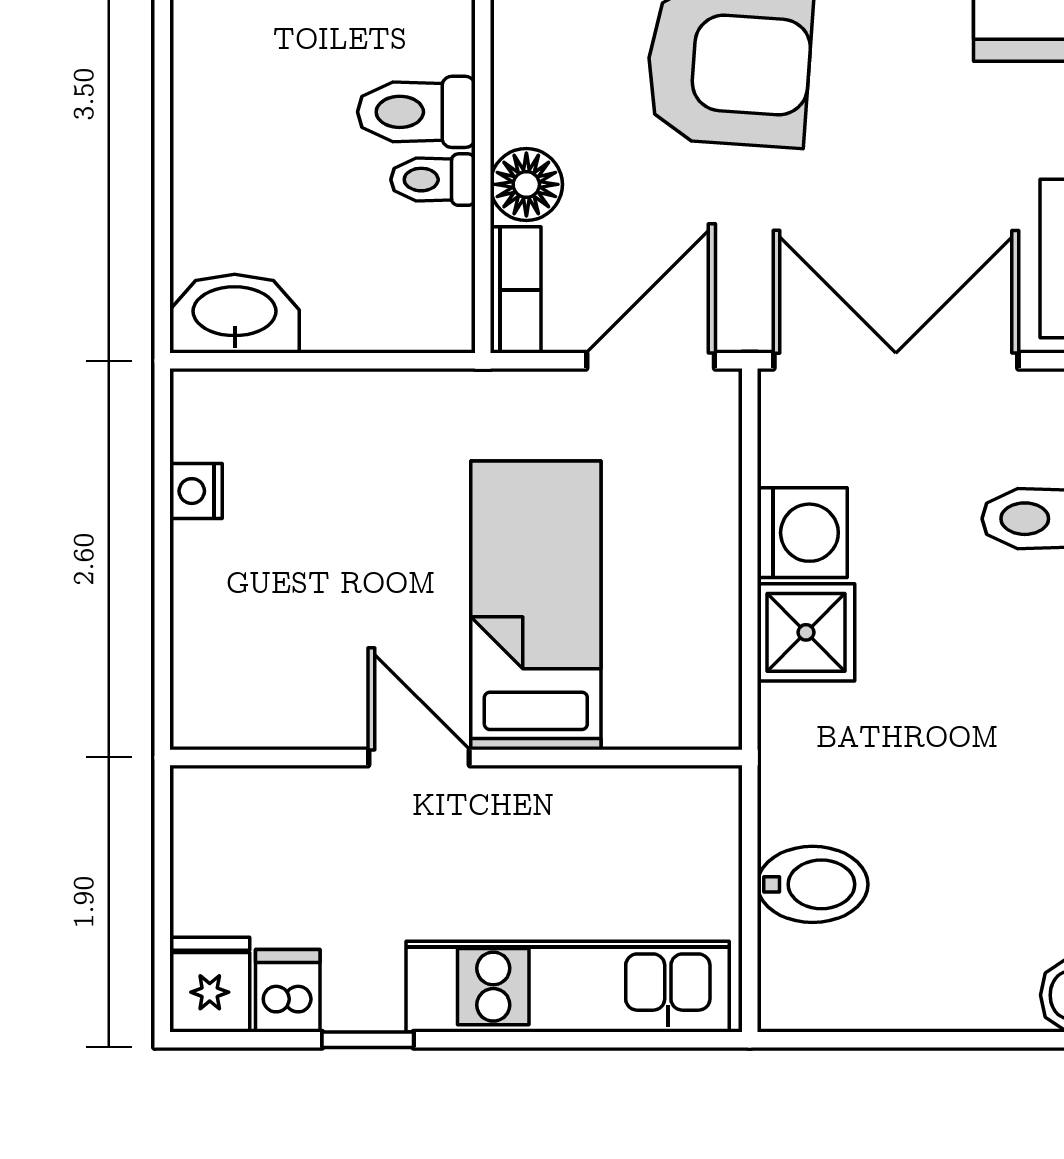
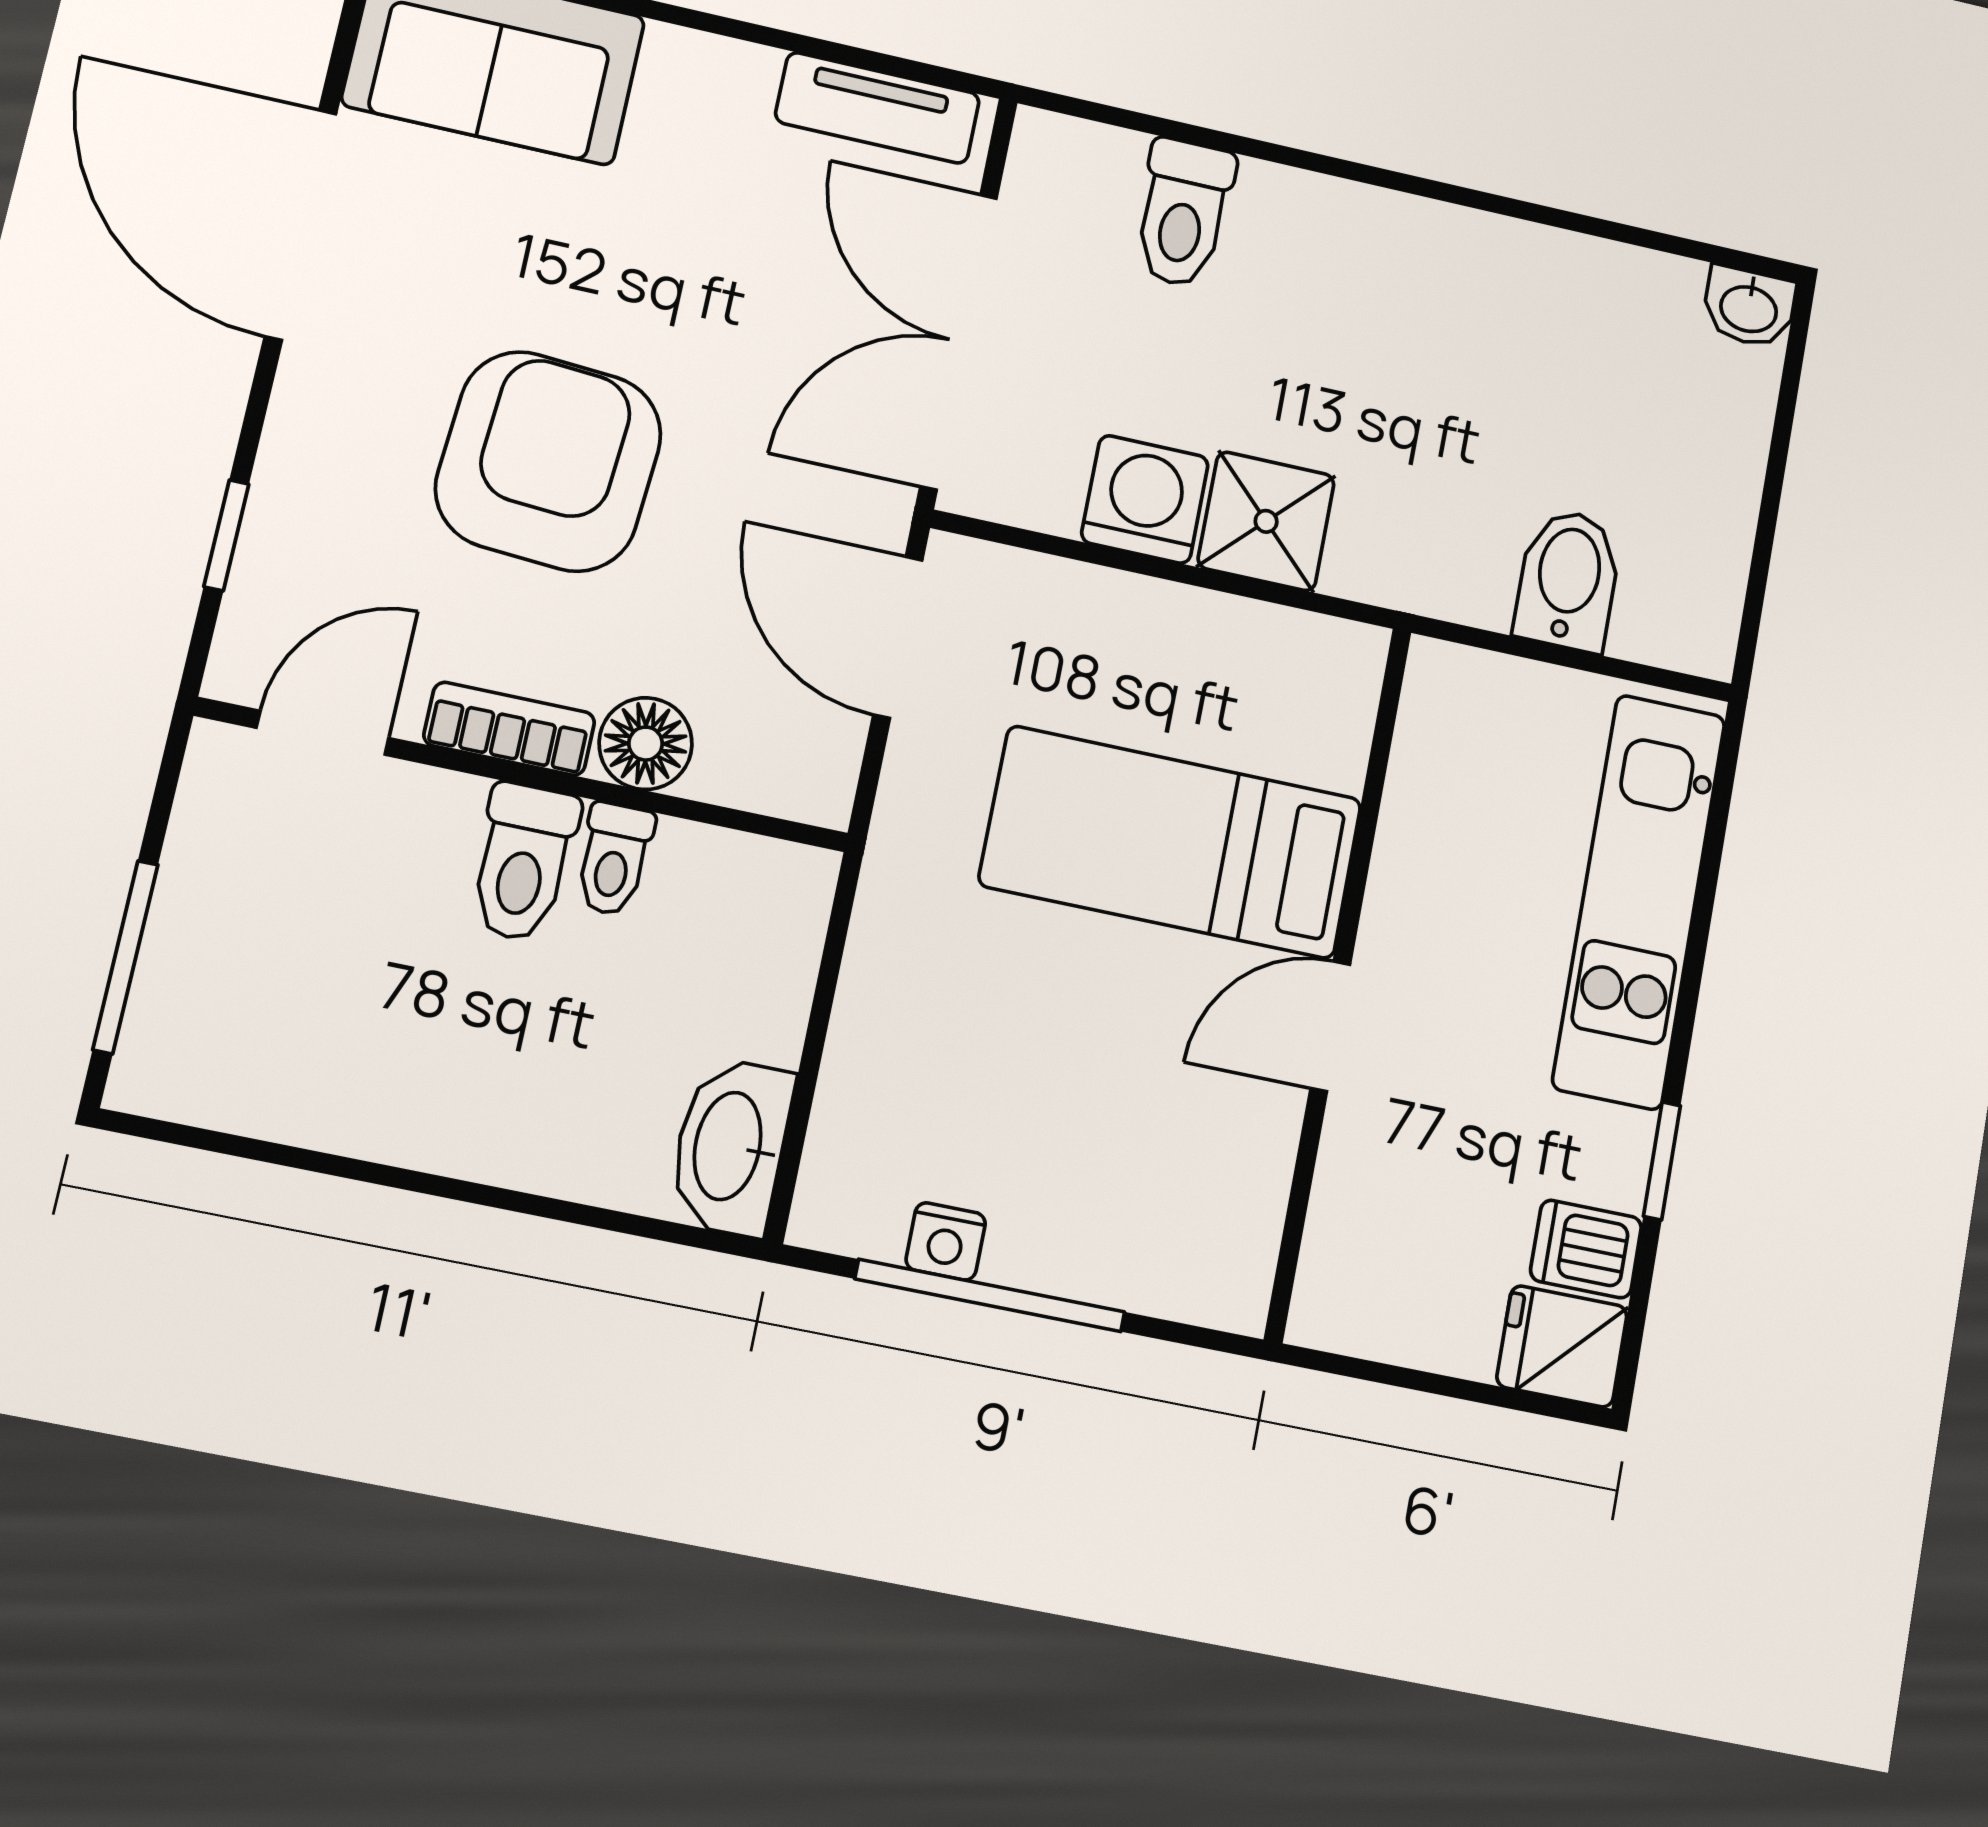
bookcase: (516, 290) -> (509, 729), moved
window: (162, 533) -> (990, 1295), added

